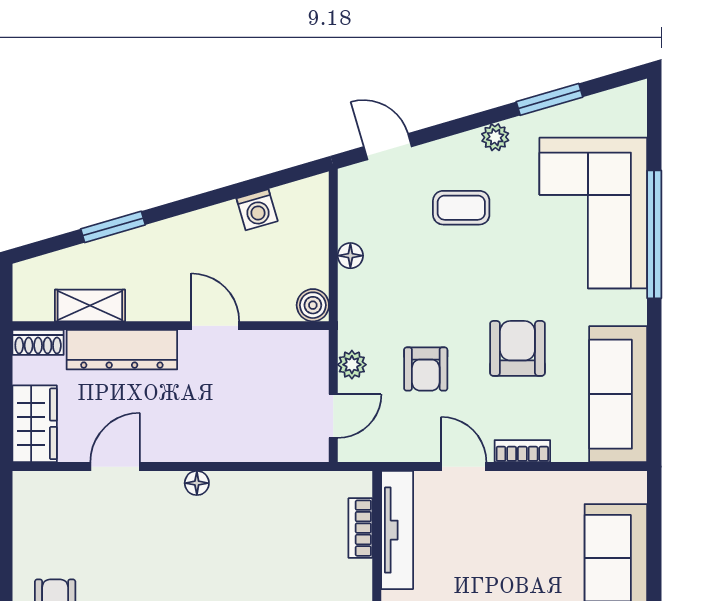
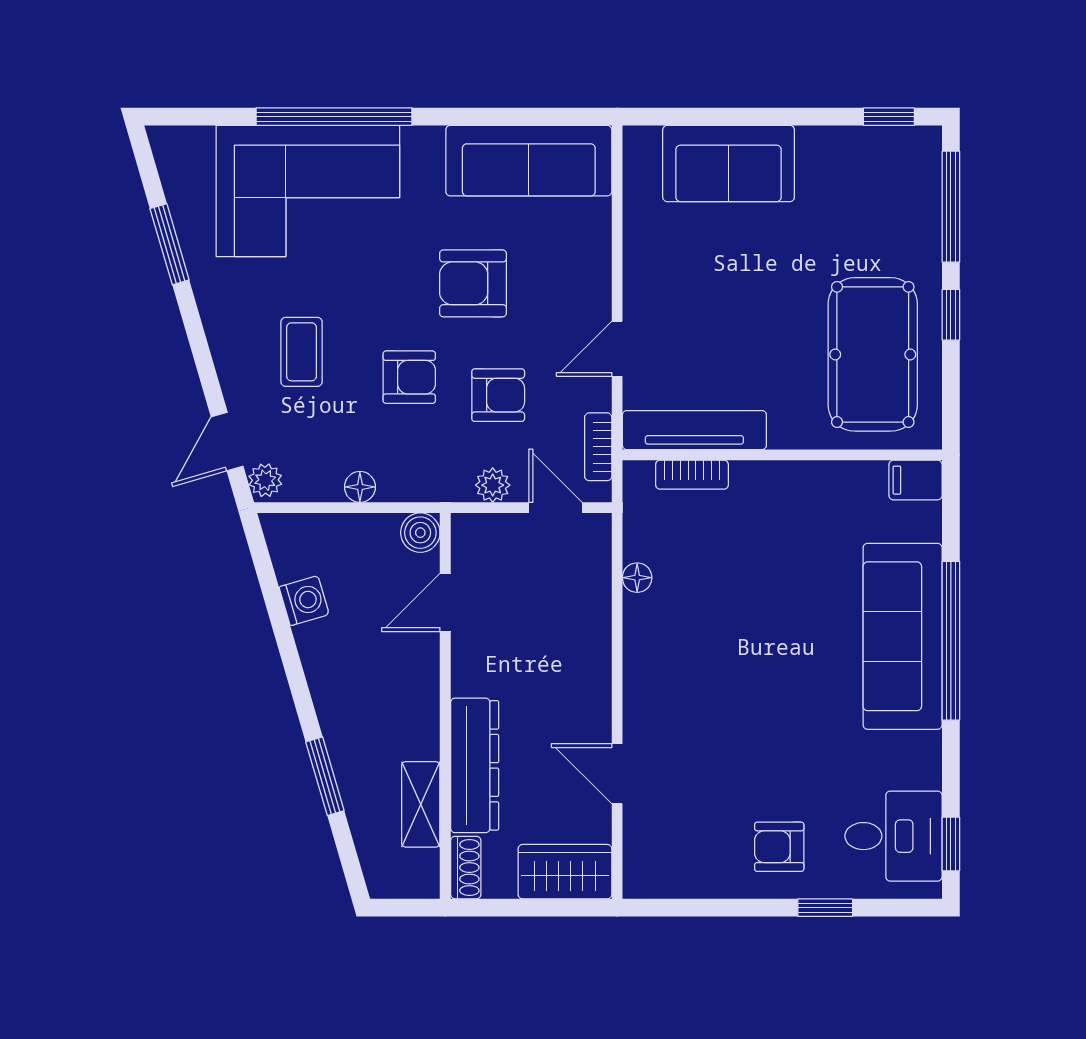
plant: (495, 137) -> (265, 480), moved
armchair: (440, 296) -> (409, 377), added
door: (215, 326) -> (445, 602), moved
bookcase: (522, 451) -> (598, 447), moved
floor lamp: (197, 483) -> (637, 578), moved

